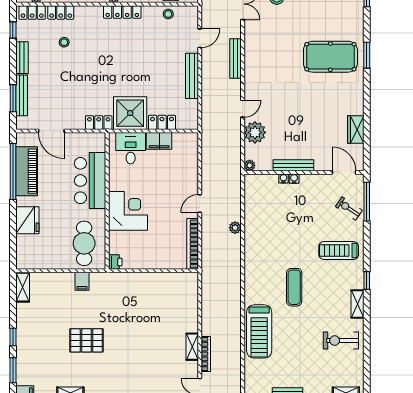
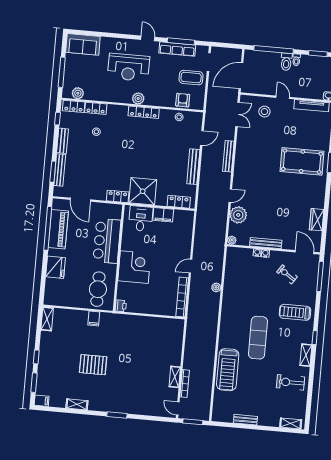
locker: (162, 122) -> (179, 202), moved
exercise bike: (349, 208) -> (287, 274), moved
exercise mat: (294, 287) -> (258, 338), width x1.36, depth x1.45

